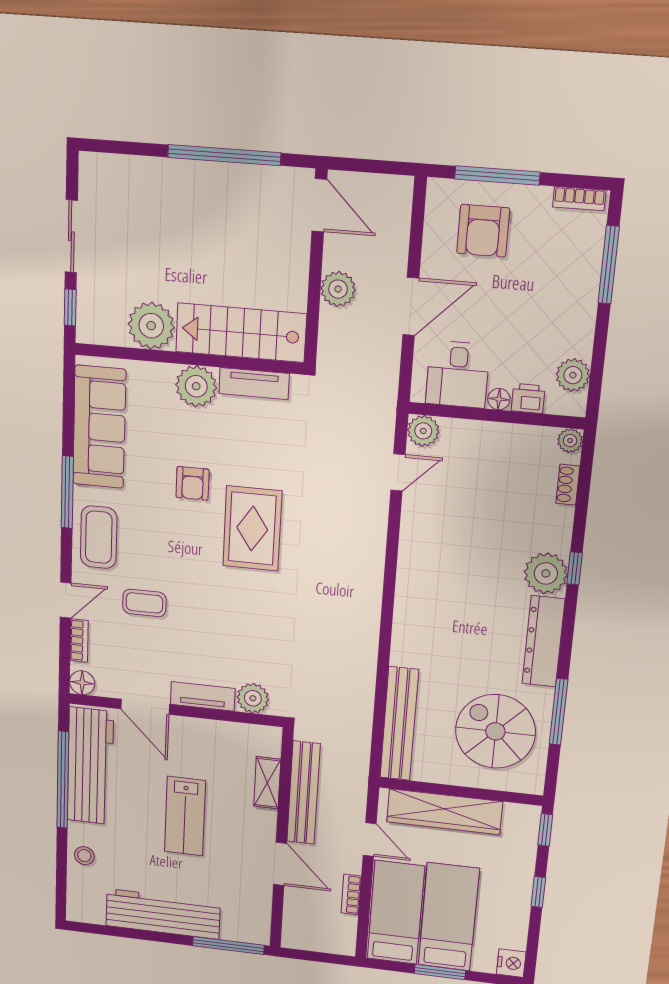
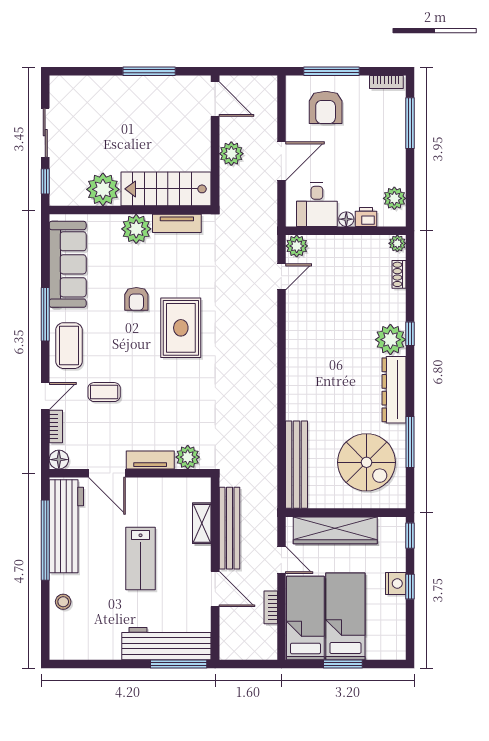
window: (224, 155) -> (149, 71), width x0.68
spiral stairs: (495, 731) -> (366, 462), turned 180
workbench: (163, 914) -> (166, 644), moved
nightstand: (511, 963) -> (396, 583), moved

